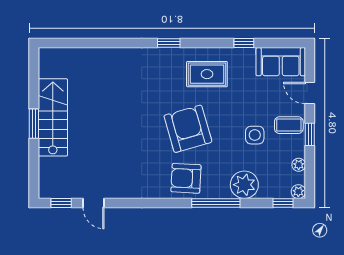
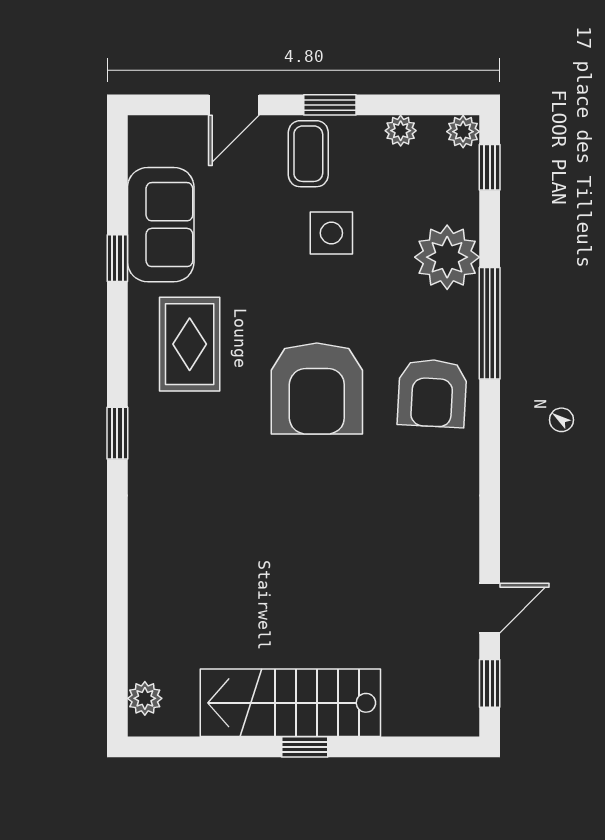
plant: (55, 55) -> (145, 698), added
sofa: (281, 62) -> (161, 225), moved
window: (34, 124) -> (305, 747), width x0.67
armchair: (188, 129) -> (317, 388), turned -74

